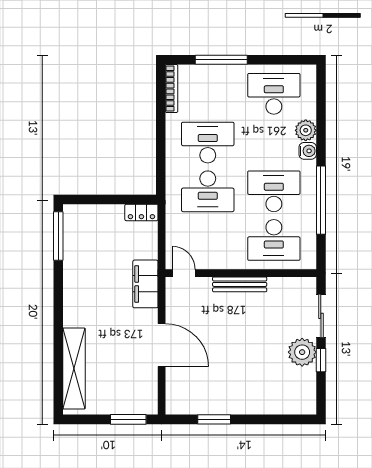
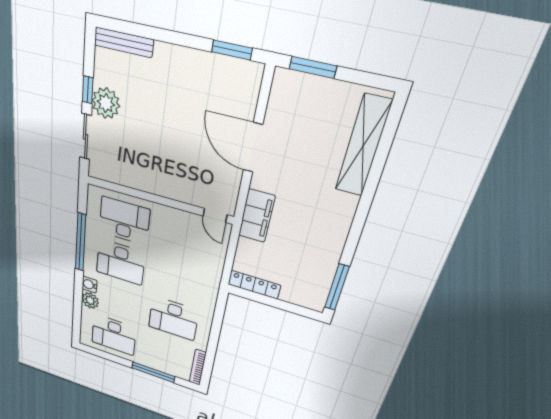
desk: (208, 191) -> (179, 280), removed
locker: (141, 212) -> (254, 285), width x1.53
bench: (240, 284) -> (124, 42), moved
window: (214, 419) -> (232, 50), moved

